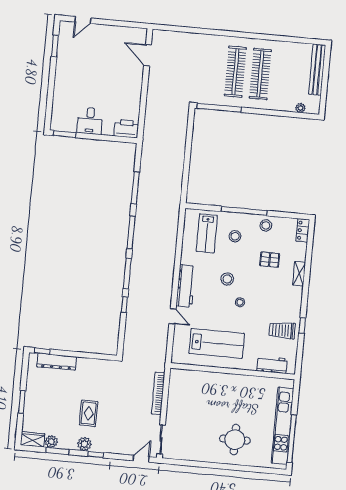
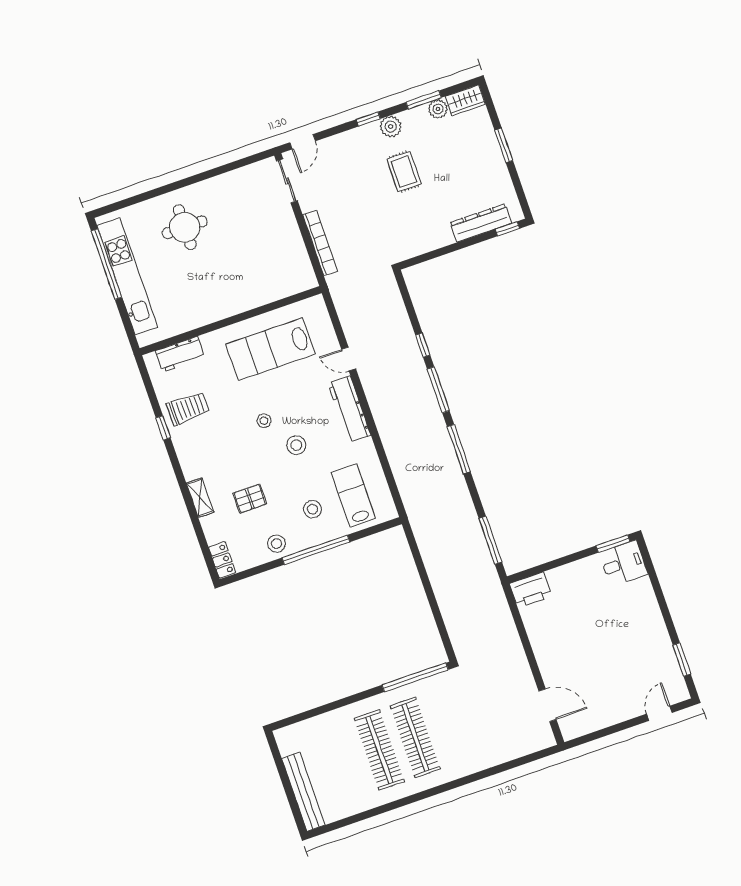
plant: (300, 108) -> (302, 728), removed
desk: (90, 121) -> (624, 564), moved, turned 90
window: (135, 188) -> (490, 540), moved

